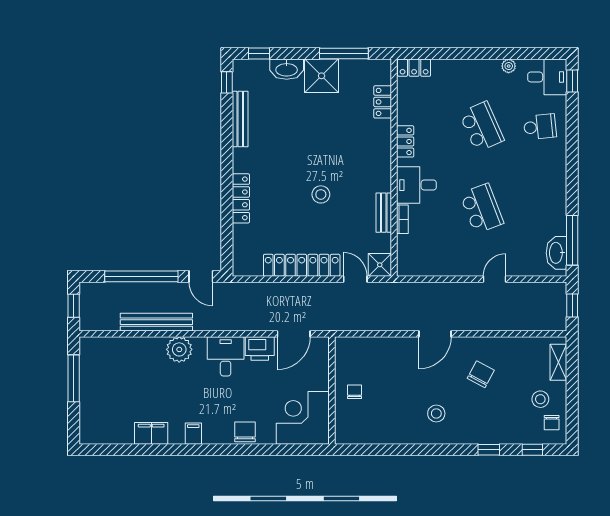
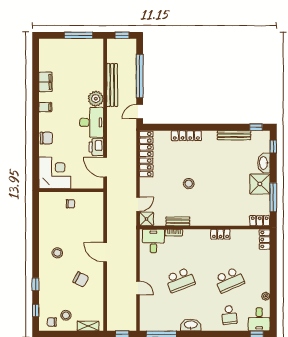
locker: (383, 102) -> (260, 221), moved
desk: (416, 185) -> (153, 241), moved
washbasin: (556, 253) -> (191, 325), moved
locker: (302, 265) -> (146, 154), moved
desk: (226, 356) -> (92, 122), width x1.37

